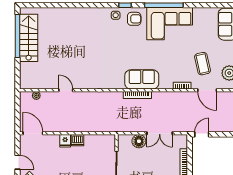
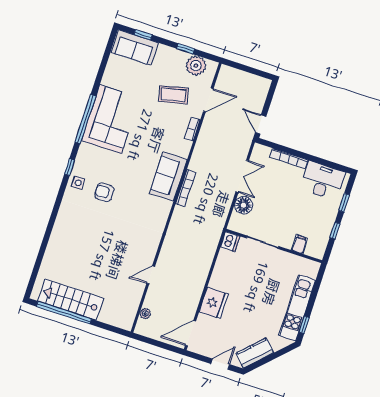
armchair: (134, 19) -> (104, 192), moved, turned -90
dishwasher: (78, 140) -> (230, 242), moved
fridge: (65, 141) -> (214, 303), width x1.88, depth x1.34

